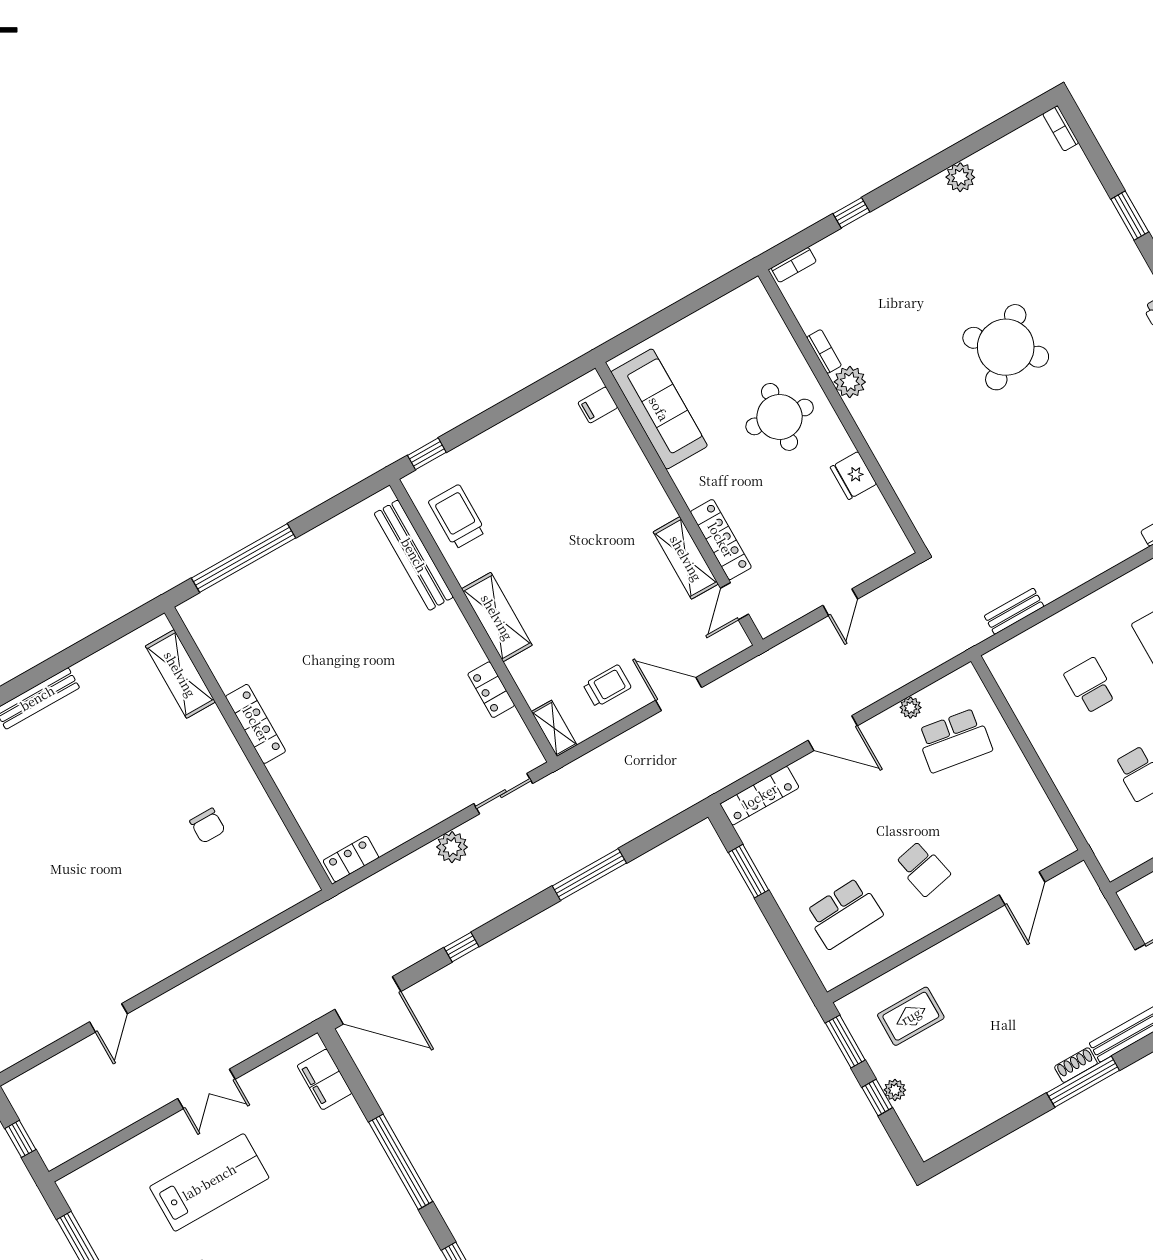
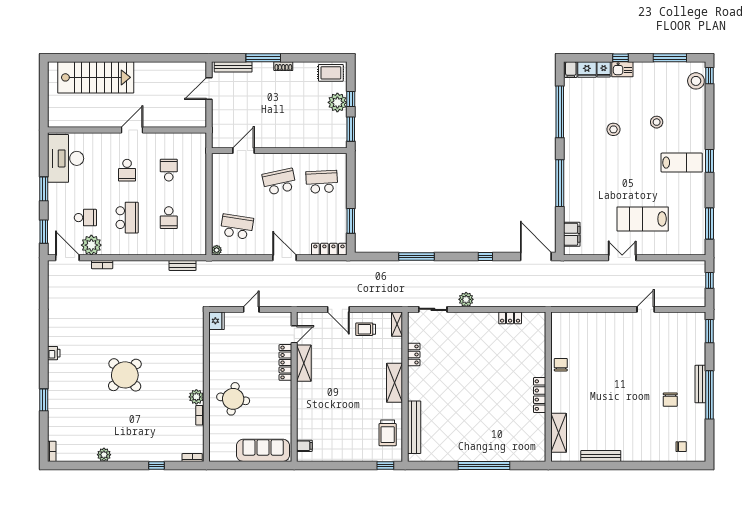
sofa: (659, 409) -> (263, 450), moved, turned 90
fridge: (853, 476) -> (217, 321), moved
shelving: (180, 674) -> (559, 433), moved
plant: (911, 708) -> (217, 250), moved
locker: (256, 724) -> (540, 395), moved
wall: (248, 748) -> (548, 387), moved
school desk: (923, 868) -> (279, 182), width x1.85
rug: (911, 1016) -> (331, 73), moved
shoe rack: (1076, 1065) -> (283, 66), moved
plant: (895, 1090) -> (337, 102), width x1.87, depth x1.87

